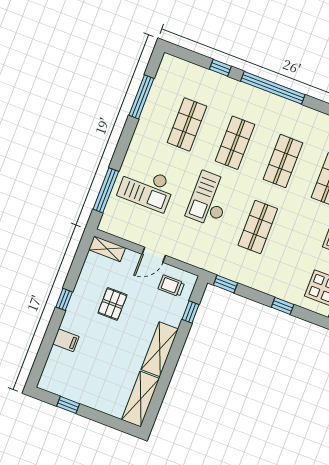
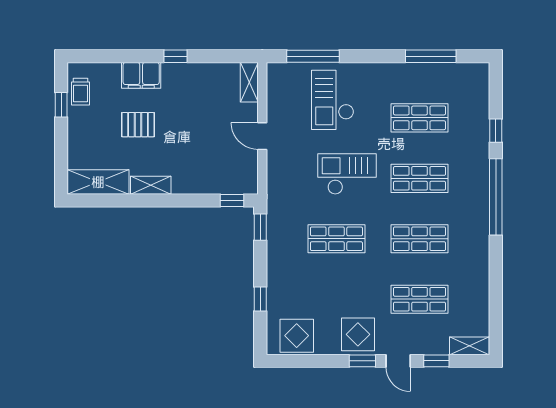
trolley: (171, 286) -> (80, 92), moved, turned 180
pallet: (112, 304) -> (138, 125), moved
window: (190, 312) -> (232, 200), moved
filing cabinet: (66, 340) -> (141, 75), width x2.00
shelving: (160, 349) -> (151, 185), width x0.67, depth x0.75

